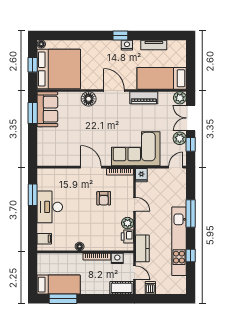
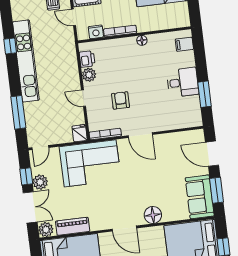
piano: (144, 98) -> (73, 226), moved
door: (33, 144) -> (212, 154), added
desk: (50, 207) -> (183, 82), width x0.73
window: (191, 213) -> (18, 112), moved
kitchen counter: (142, 248) -> (68, 47), removed

